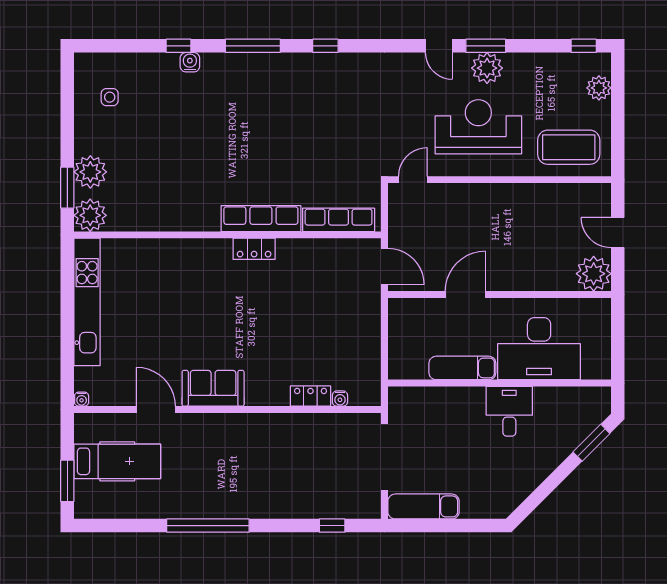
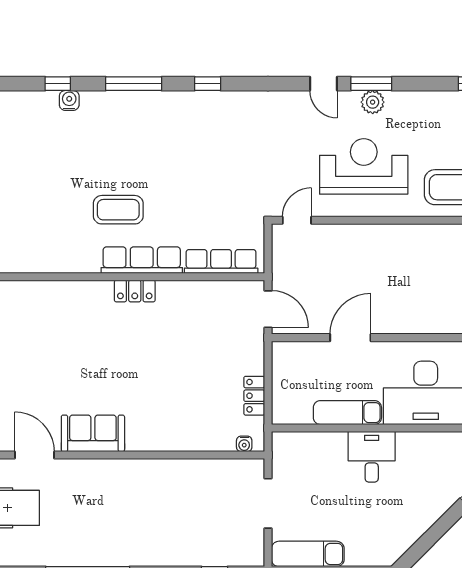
plant: (487, 68) -> (373, 102), width x0.73, depth x0.73
coffee table: (238, 169) -> (118, 210), added
locker: (310, 396) -> (254, 396), moved, turned -90
water cooler: (340, 399) -> (244, 444), moved
desk: (509, 411) -> (372, 457), moved
doorway: (385, 457) -> (268, 503), width x0.73

